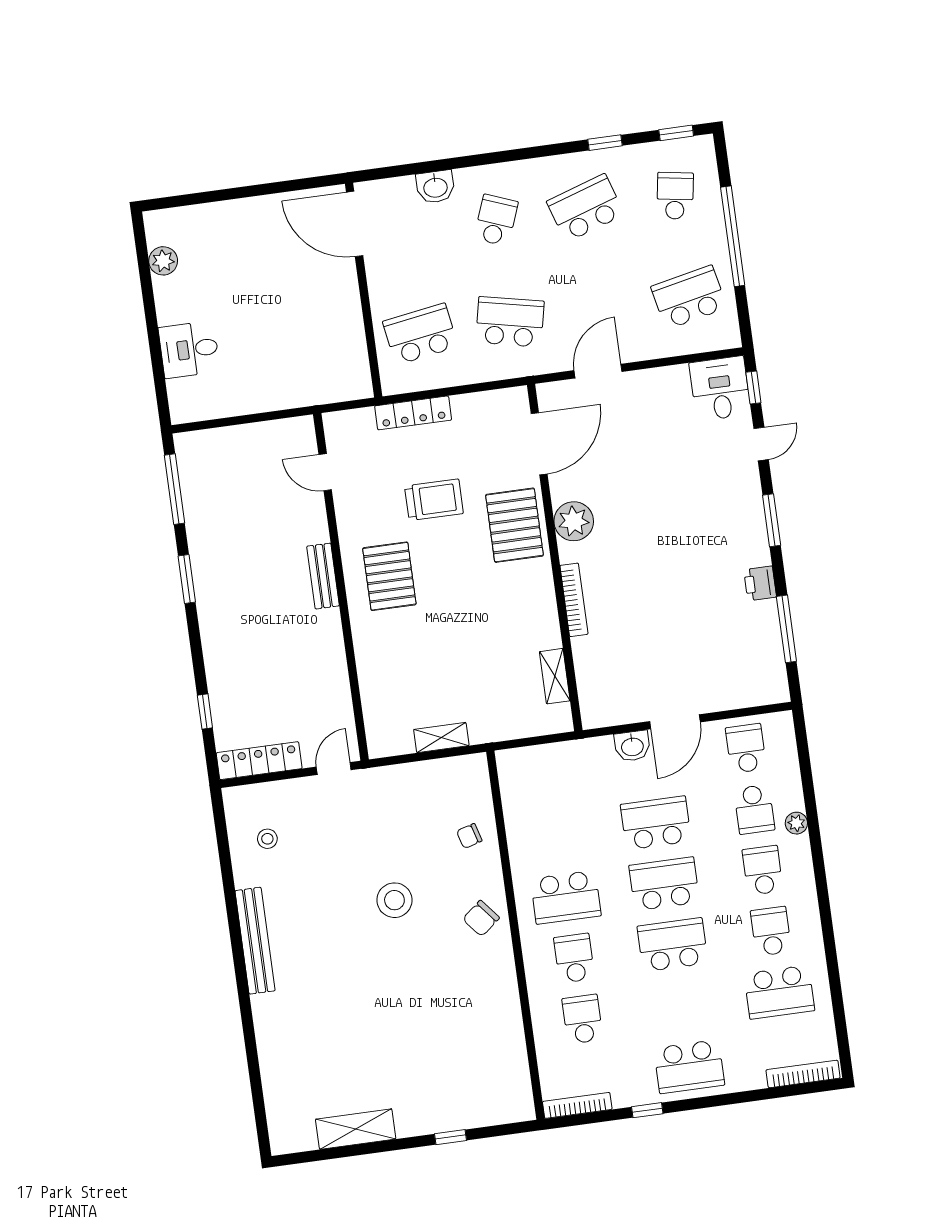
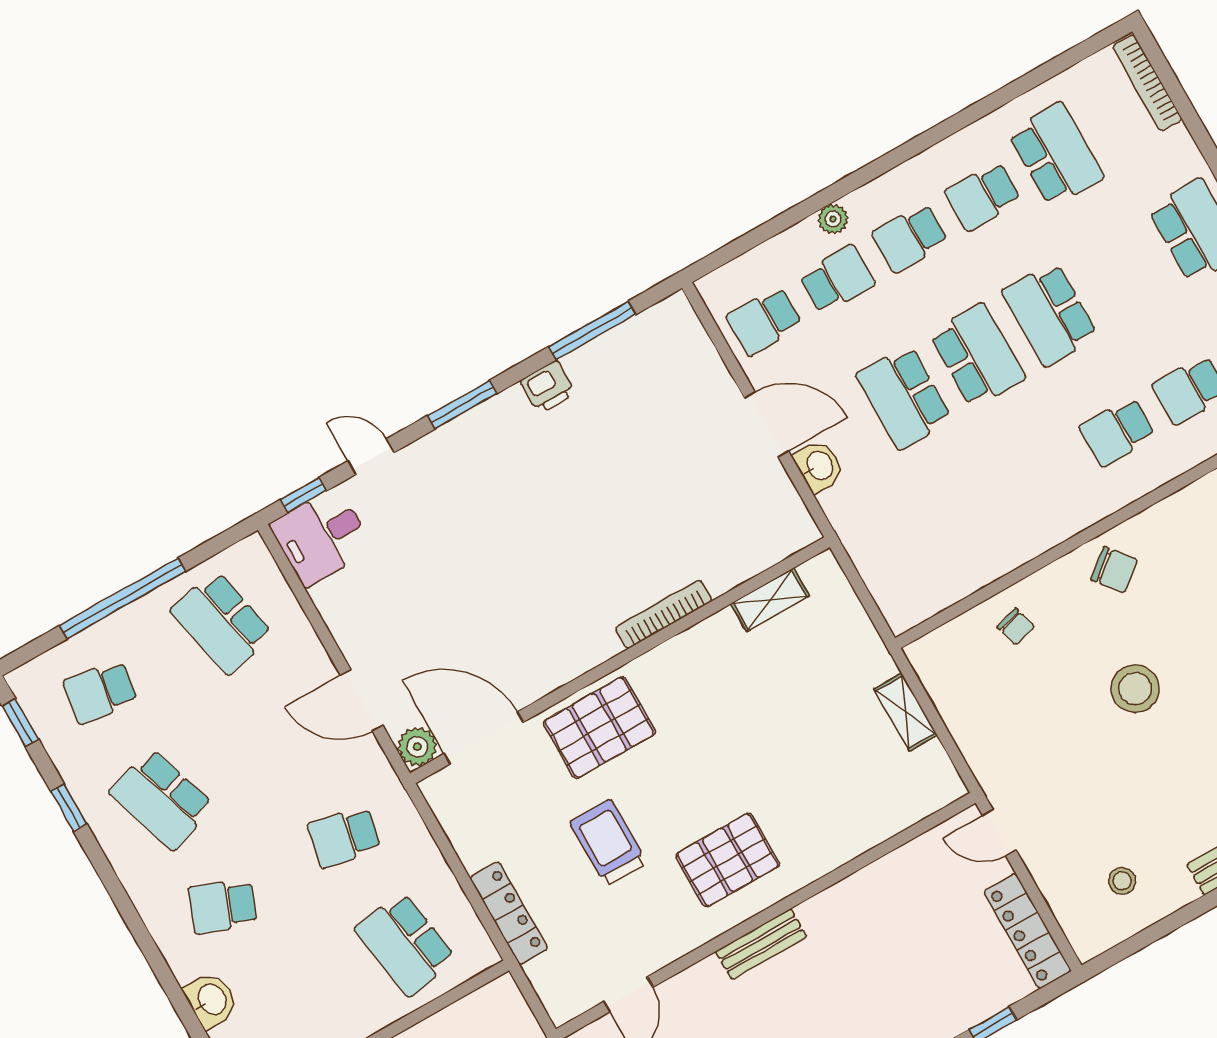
school desk: (510, 322) -> (344, 837), width x0.54
plant: (574, 521) -> (417, 747), moved, width x0.73, depth x0.73
school desk: (664, 884) -> (977, 356), turned 180
school desk: (566, 897) -> (1044, 473), removed

